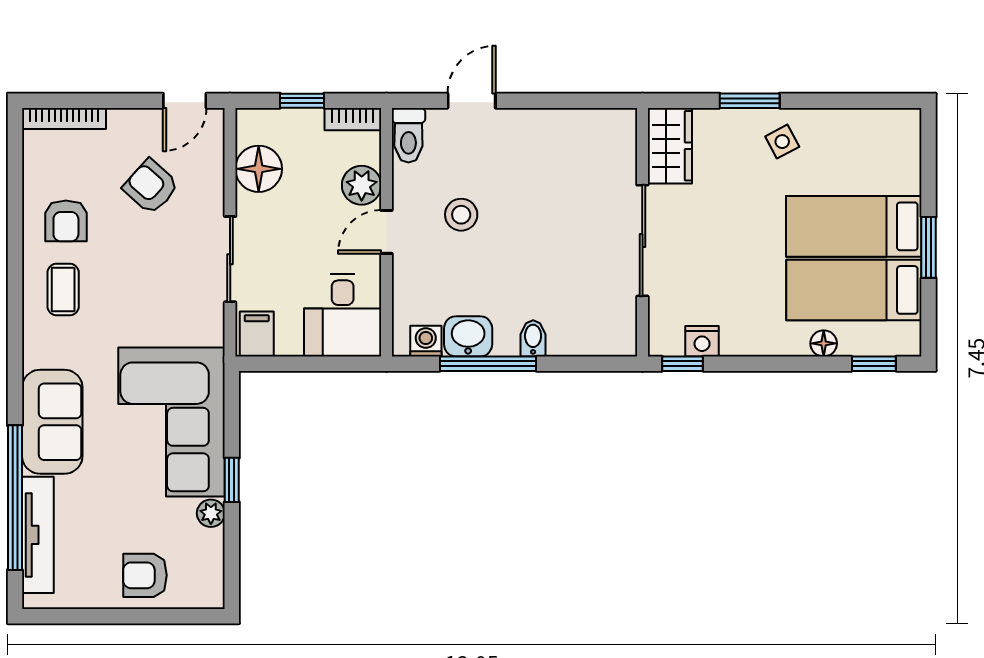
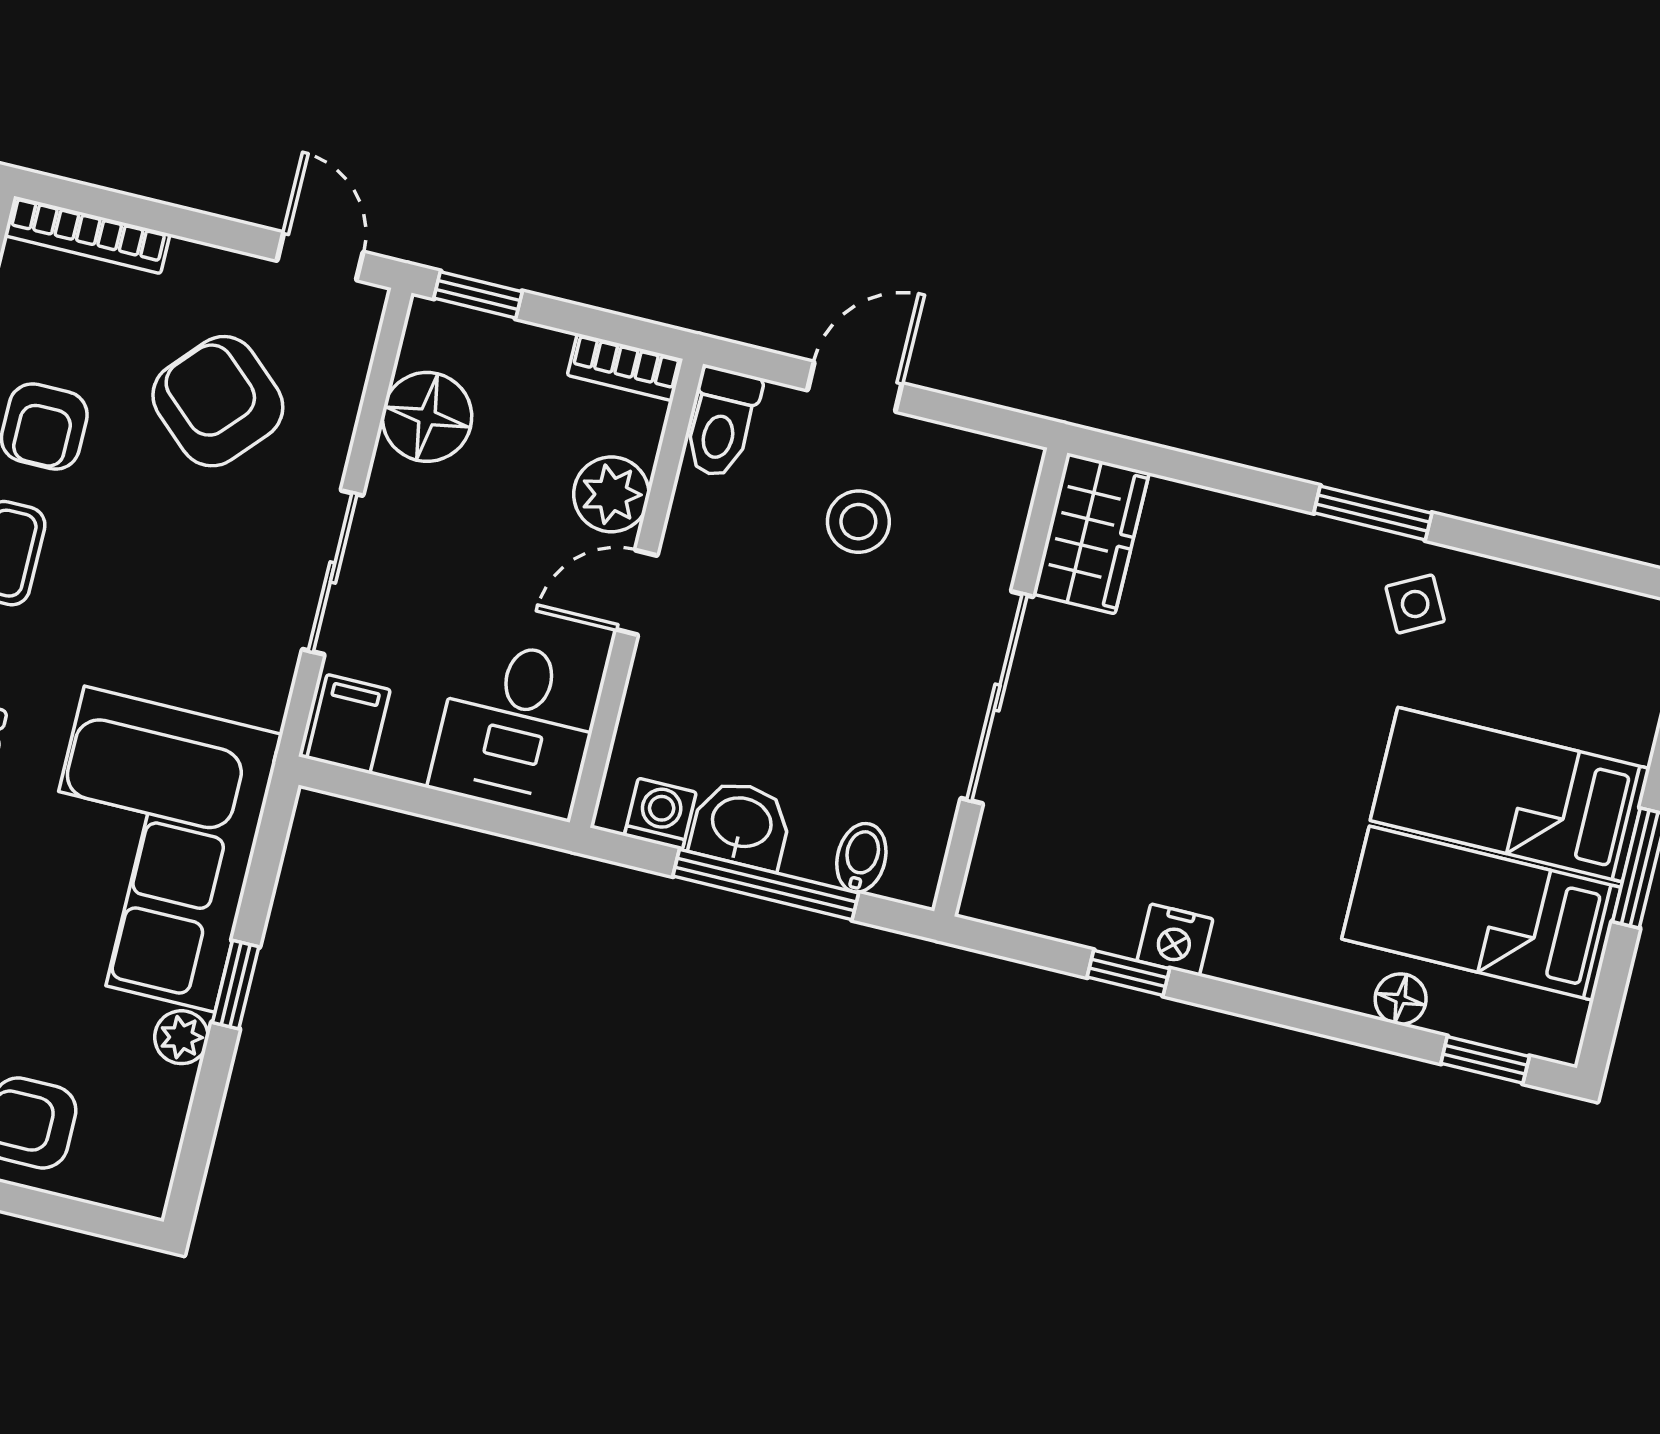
door: (185, 101) -> (320, 256), swing flipped
window: (302, 101) -> (478, 295), moved
wardrobe: (670, 146) -> (1091, 533), moved
armchair: (151, 187) -> (218, 401), width x1.38, depth x1.38
stool: (461, 215) -> (858, 522), moved
wall: (642, 232) -> (1001, 682), moved
sliding door: (642, 241) -> (997, 698), moved

